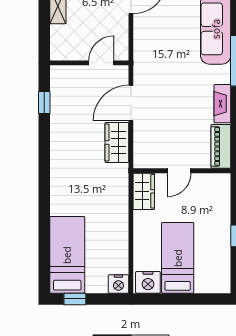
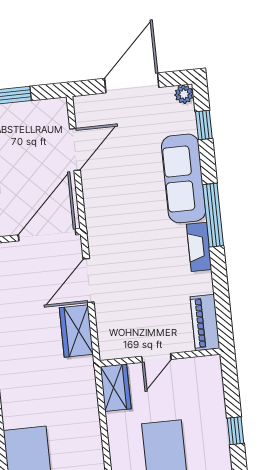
door: (101, 63) -> (47, 235), width x1.87
fireplace: (222, 104) -> (199, 247), moved

